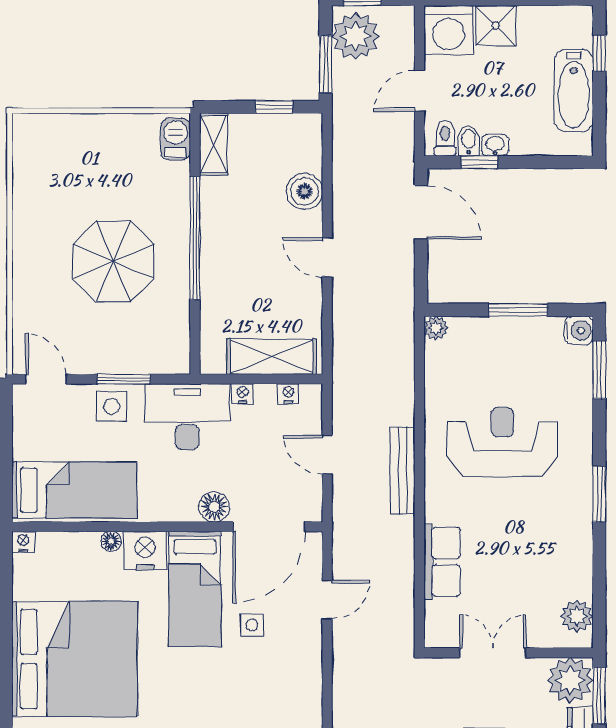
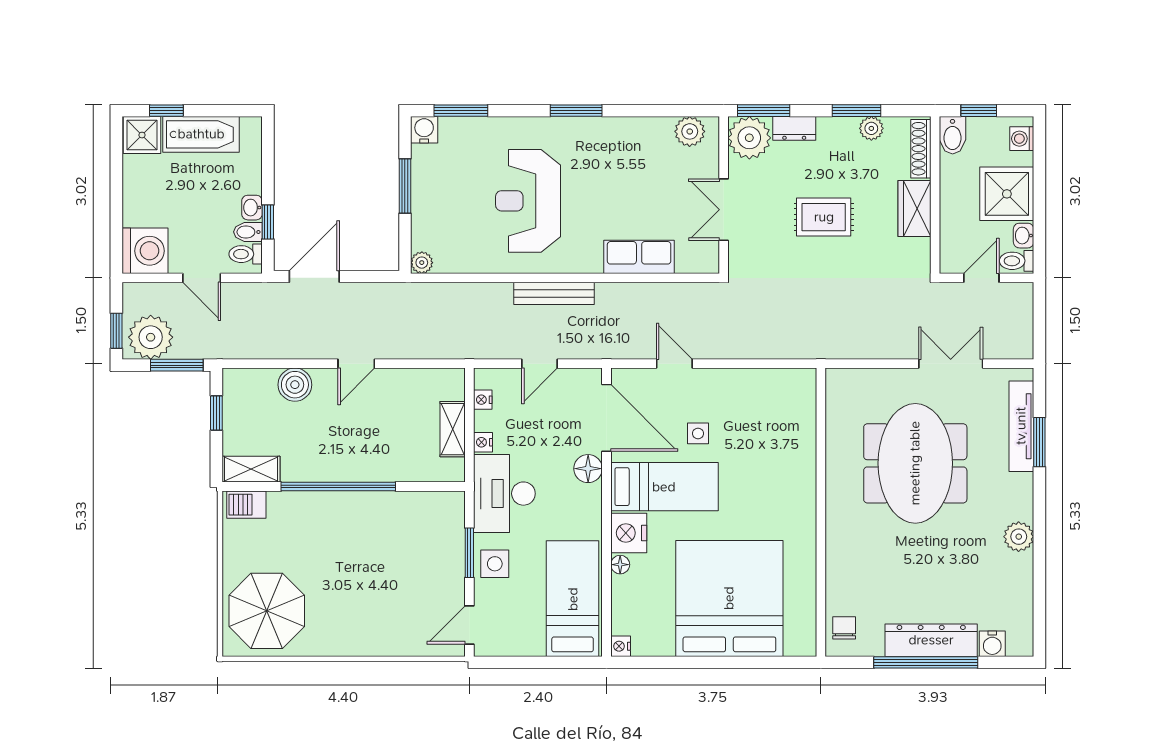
shower: (496, 25) -> (142, 135), moved
parasol: (113, 261) -> (267, 611), moved
shelving: (272, 357) -> (453, 429), width x0.67, depth x0.75

